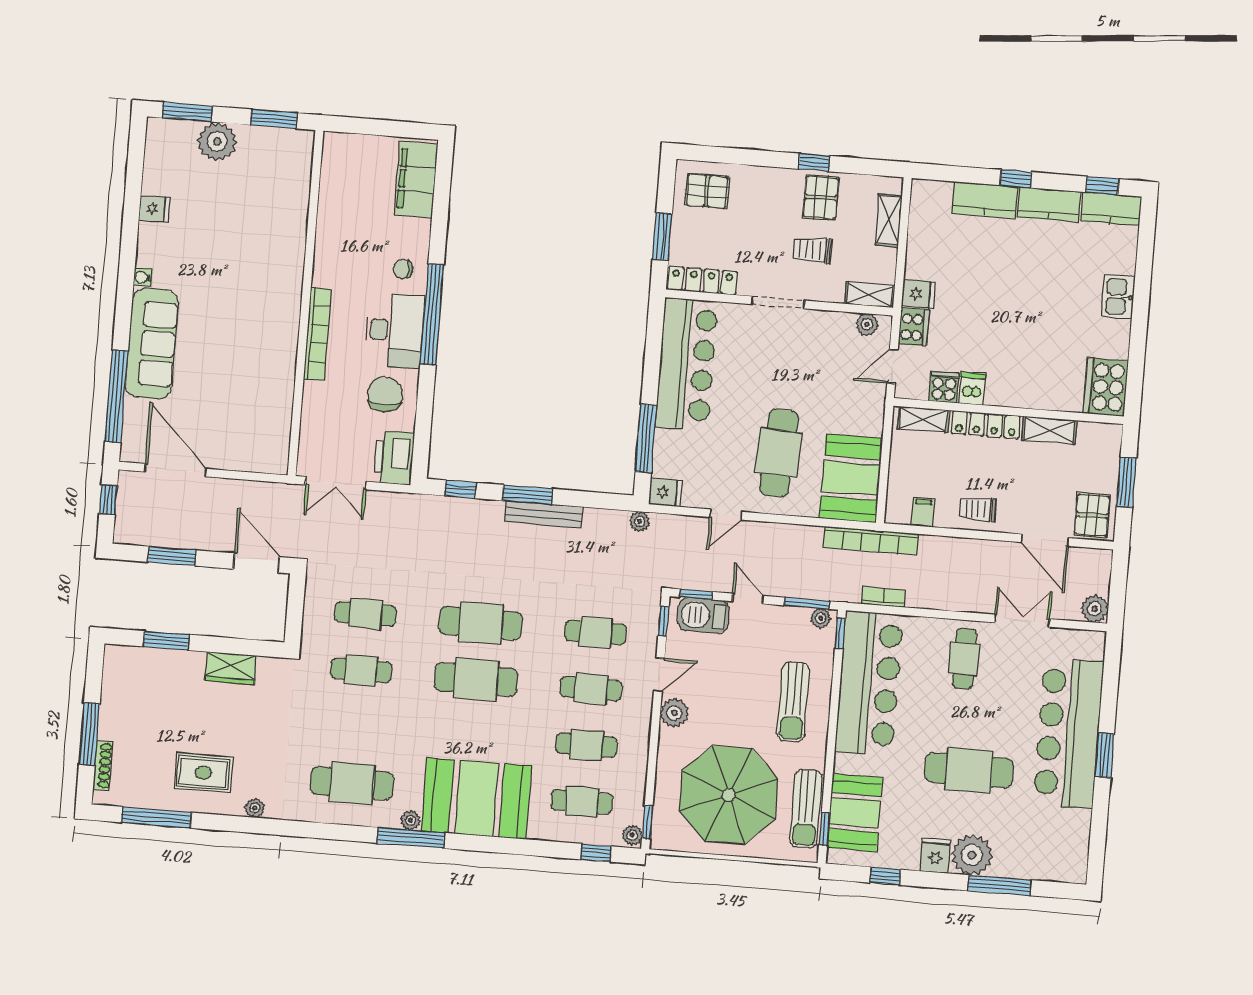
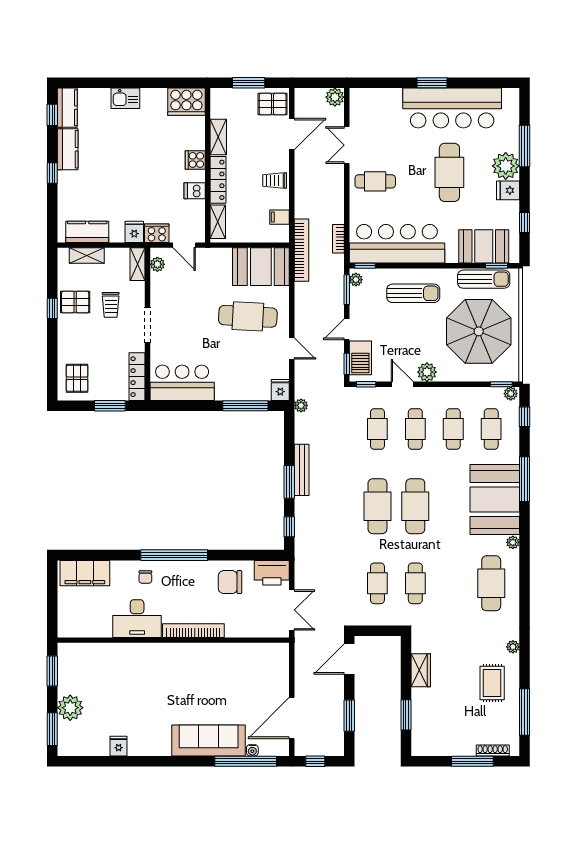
kitchen counter: (985, 200) -> (87, 232), moved, turned -90
water cooler: (142, 277) -> (252, 750), moved
desk: (395, 330) -> (137, 619), moved, turned 180
bar counter: (686, 364) -> (182, 383), width x0.73
cooker: (944, 387) -> (195, 160), moved
trolley: (978, 509) -> (275, 180), turned 90
bar counter: (1069, 733) -> (452, 108), moved
window: (411, 838) -> (524, 479), moved

